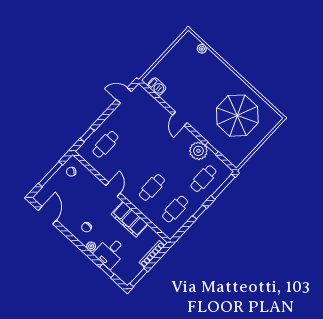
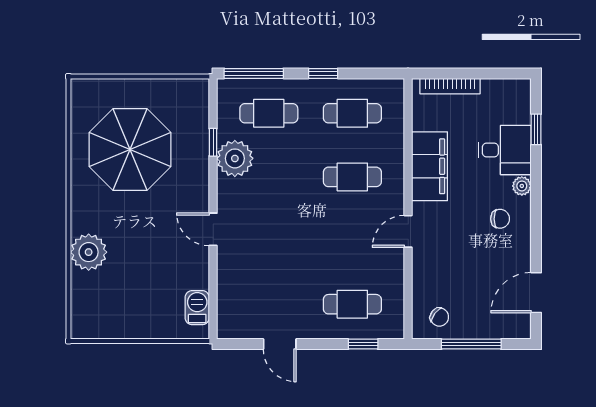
plant: (202, 49) -> (89, 252), moved, width x1.87, depth x1.87
door: (124, 95) -> (280, 344), moved
door: (180, 119) -> (213, 229), swing flipped
window: (139, 277) -> (503, 73), removed

